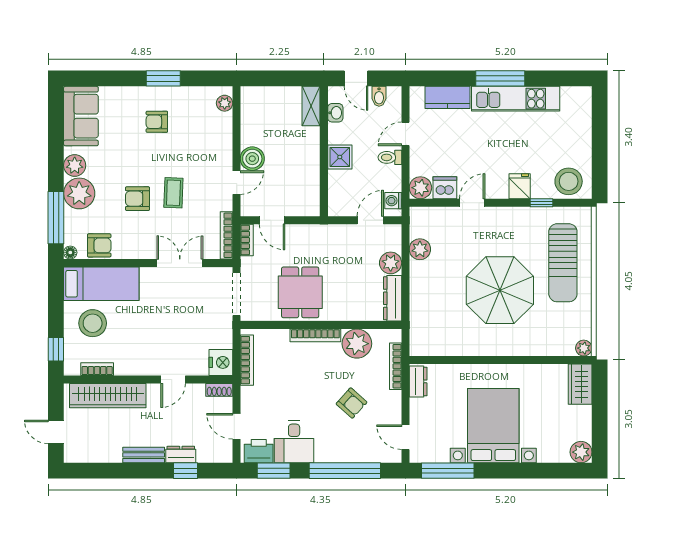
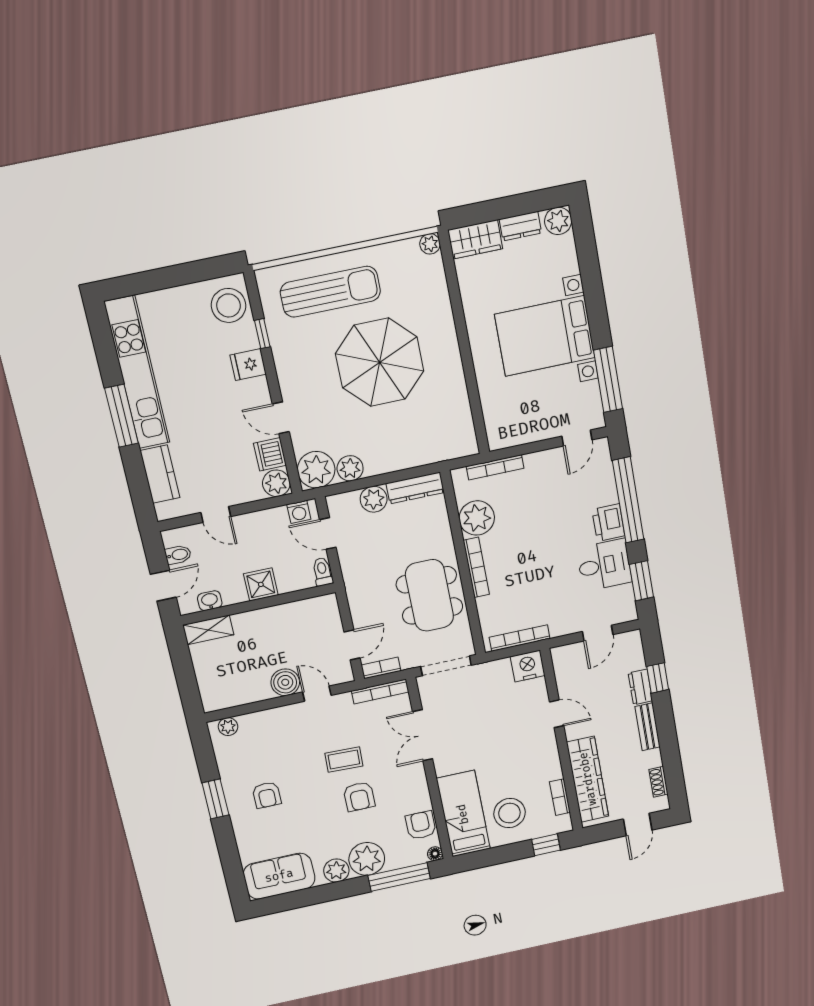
kitchen unit: (516, 99) -> (137, 372), width x1.36
toilet: (390, 157) -> (323, 572), moved, turned 180
plant: (425, 222) -> (316, 470), added
dining table: (300, 292) -> (429, 595), width x1.37
dresser: (418, 381) -> (520, 226), moved, turned 180
shoe rack: (219, 390) -> (658, 782), moved, turned 180
armchair: (351, 403) -> (548, 509), removed
printer: (259, 451) -> (608, 523), moved

